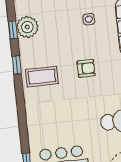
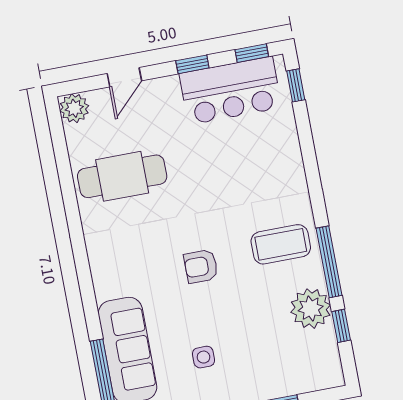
plant: (27, 27) -> (311, 309), moved
window: (17, 65) -> (329, 262), width x2.17

